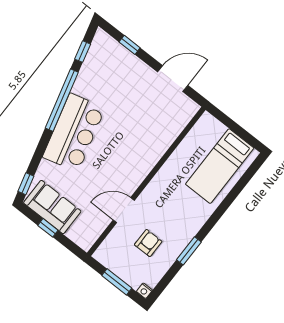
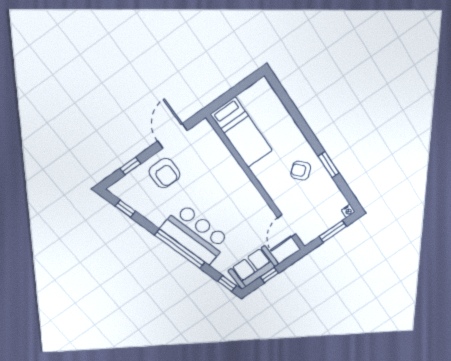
armchair: (132, 81) -> (165, 173), added
window: (62, 100) -> (180, 249), moved
bed: (220, 166) -> (242, 133), moved
door: (124, 210) -> (287, 226), moved
armchair: (148, 243) -> (301, 171), moved, turned -42

